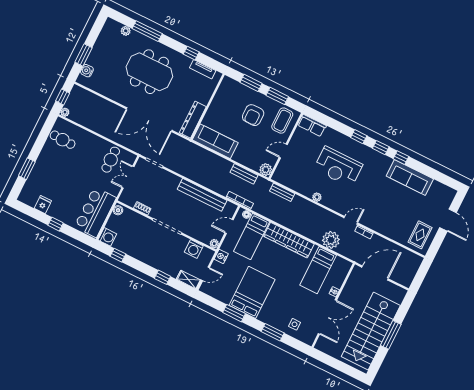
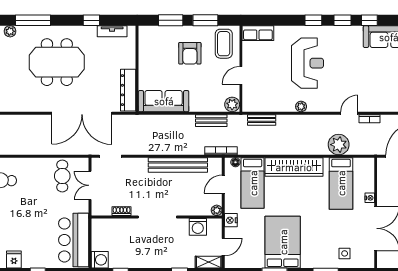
reception desk: (338, 167) -> (308, 63), turned -90
boiler: (118, 210) -> (97, 226), removed

